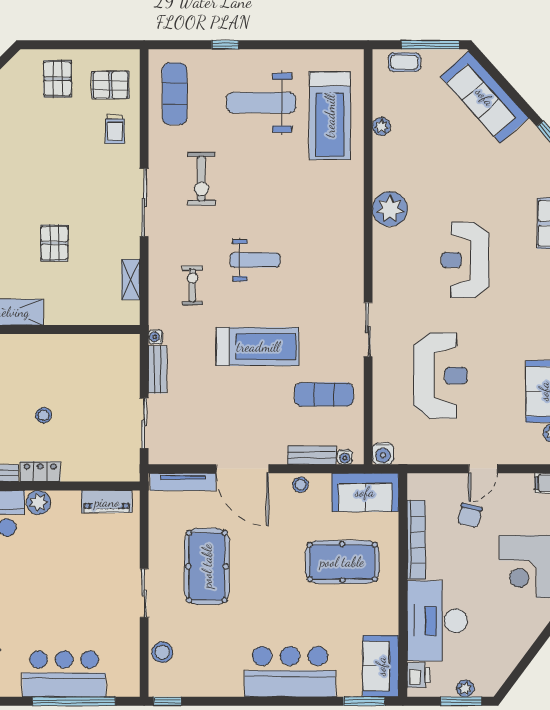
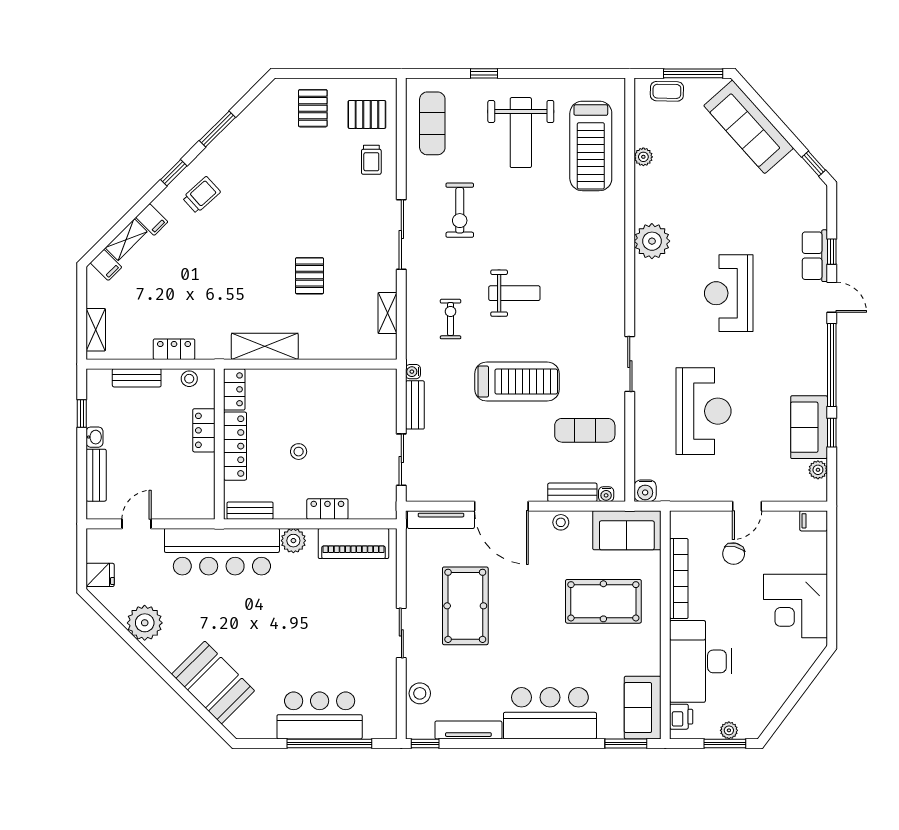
weight bench: (261, 103) -> (521, 133), turned -90
locker: (40, 472) -> (327, 509), moved
piano: (107, 502) -> (353, 543), width x1.37, depth x1.33
tv unit: (210, 688) -> (468, 730), added

